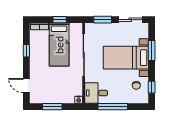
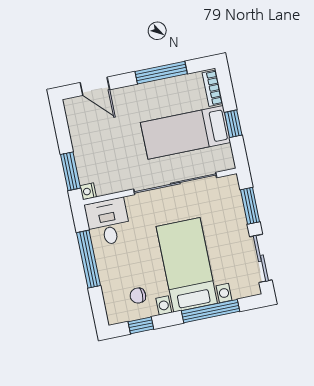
window: (152, 50) -> (211, 311), width x1.44
window: (26, 51) -> (161, 73), width x2.17
door: (26, 86) -> (95, 86), swing flipped
window: (52, 107) -> (70, 171), moved

